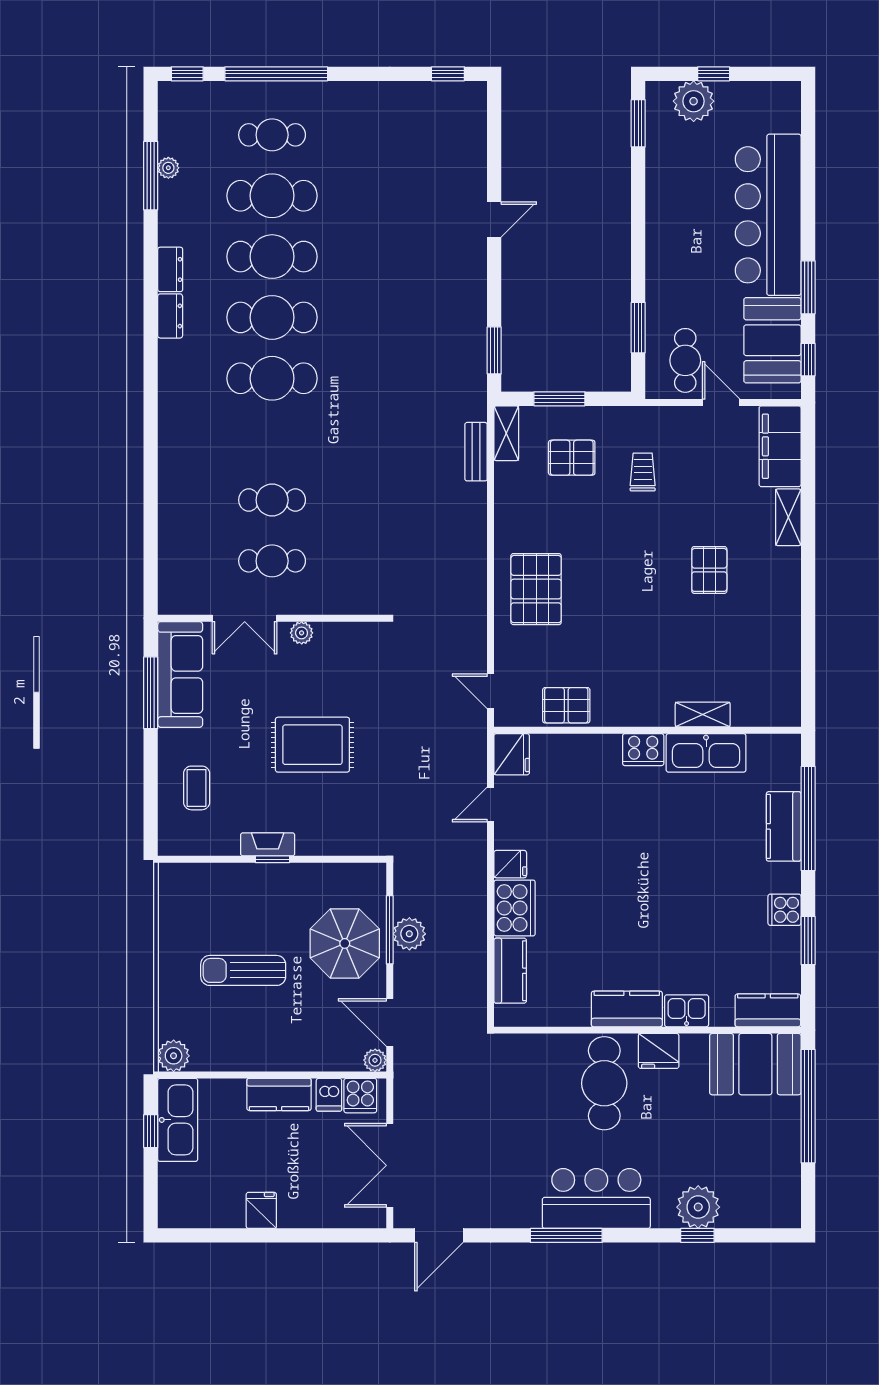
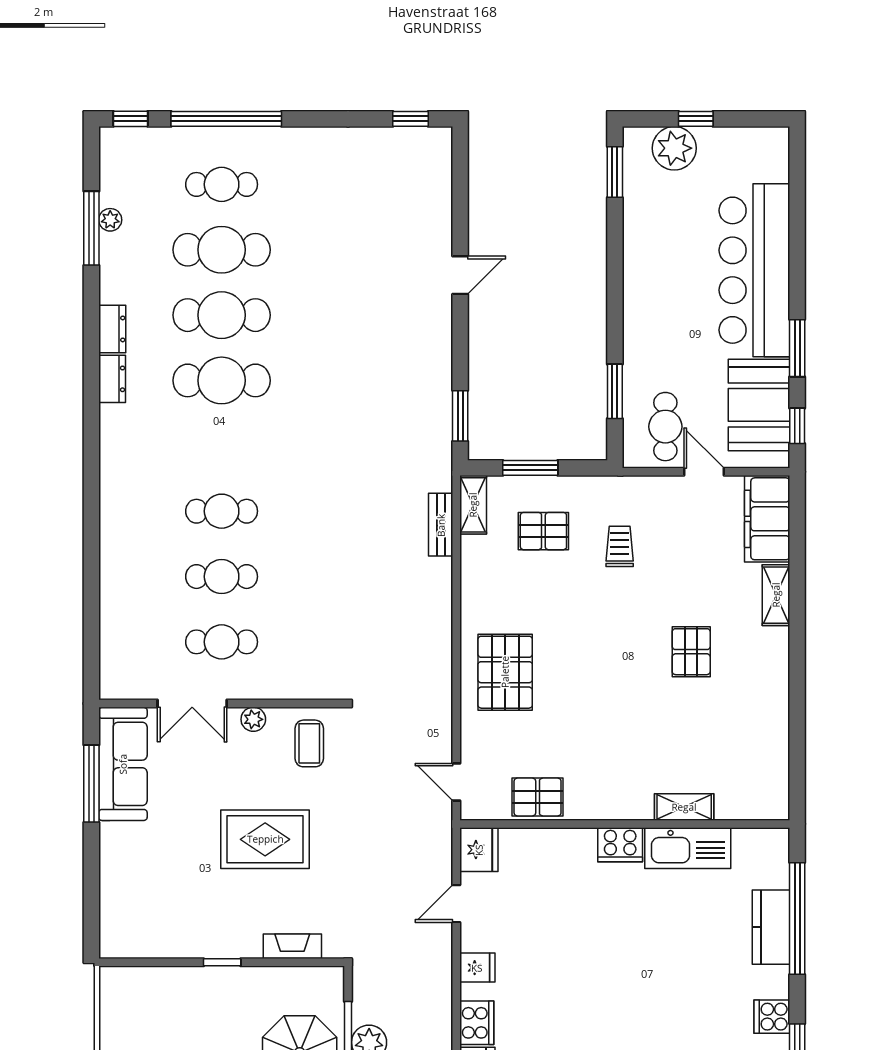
cafe table: (272, 378) -> (222, 511), moved, width x0.73, depth x0.74
coffee table: (197, 788) -> (309, 743), moved
fireplace: (268, 844) -> (292, 946), moved
cooker: (515, 908) -> (477, 1023), width x0.73, depth x0.76

